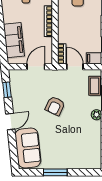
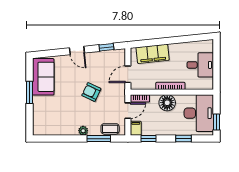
floor lamp: (66, 25) -> (167, 103), added
door: (36, 67) -> (128, 74), swing flipped
sofa: (28, 148) -> (43, 77), moved, turned -84

